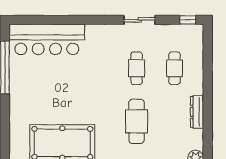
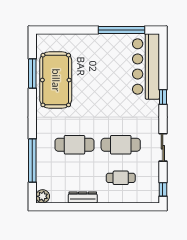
window: (82, 20) -> (163, 97), added
cafe table: (137, 68) -> (121, 145), width x1.37, depth x1.35

